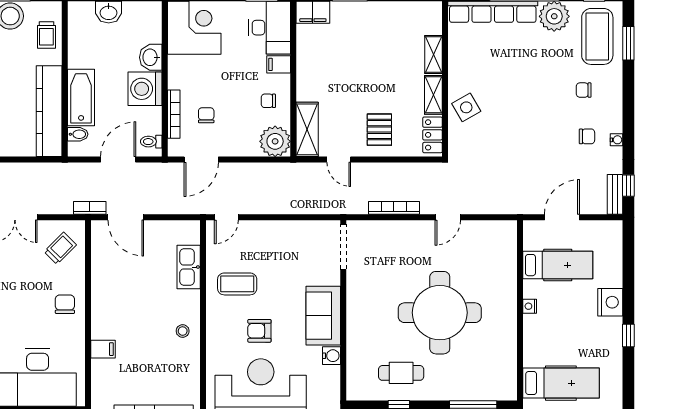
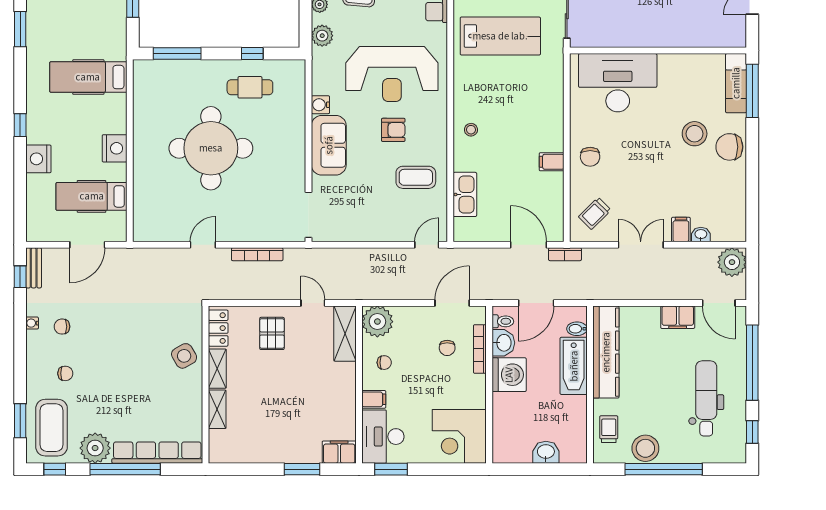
washbasin: (151, 57) -> (503, 343), moved
nightstand: (530, 306) -> (115, 148), width x1.89, depth x1.79
filing cabinet: (103, 349) -> (552, 162), moved

